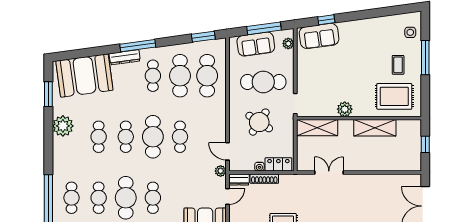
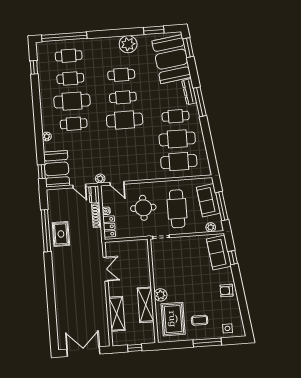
armchair: (365, 30) -> (227, 291), added
window: (203, 37) -> (188, 48), moved
plant: (345, 109) -> (160, 295), moved
round table: (259, 122) -> (143, 208), turned -33
shelving: (317, 128) -> (117, 314), moved
cafe table: (180, 137) -> (126, 143), removed
door: (228, 151) -> (117, 183), swing flipped

